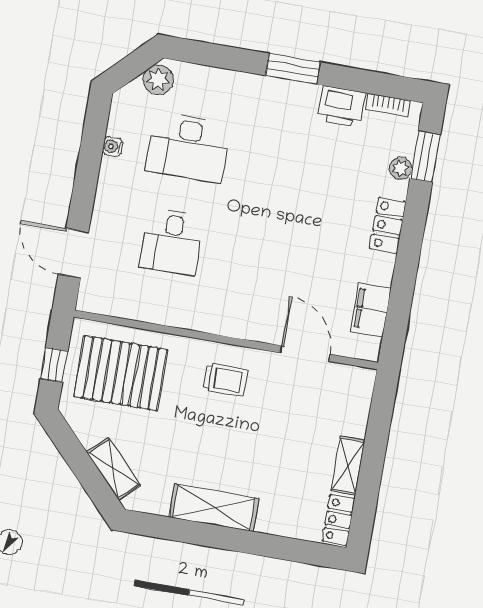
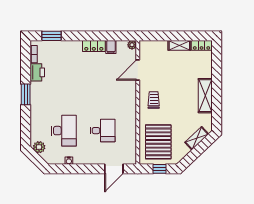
plant: (401, 168) -> (132, 45), moved
locker: (388, 225) -> (94, 46), moved
filing cabinet: (371, 310) -> (111, 47), width x0.50

